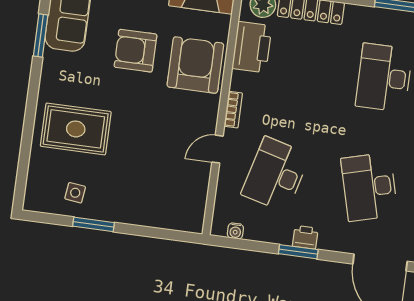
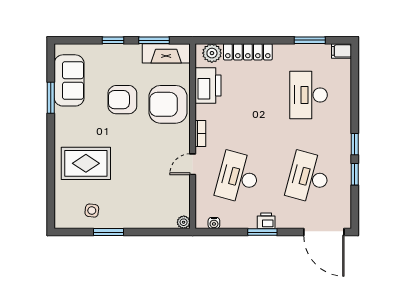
armchair: (195, 65) -> (168, 104), turned -90
desk: (369, 187) -> (309, 177), turned 30
plant: (195, 225) -> (184, 222), added

